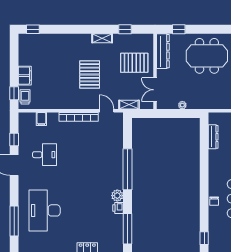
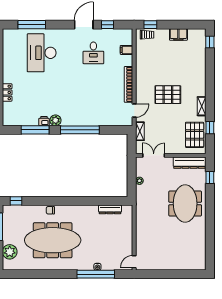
pallet: (134, 63) -> (195, 135), moved
filing cabinet: (25, 76) -> (178, 34), moved
desk: (45, 210) -> (42, 53), turned -90
window: (127, 229) -> (35, 130), moved

